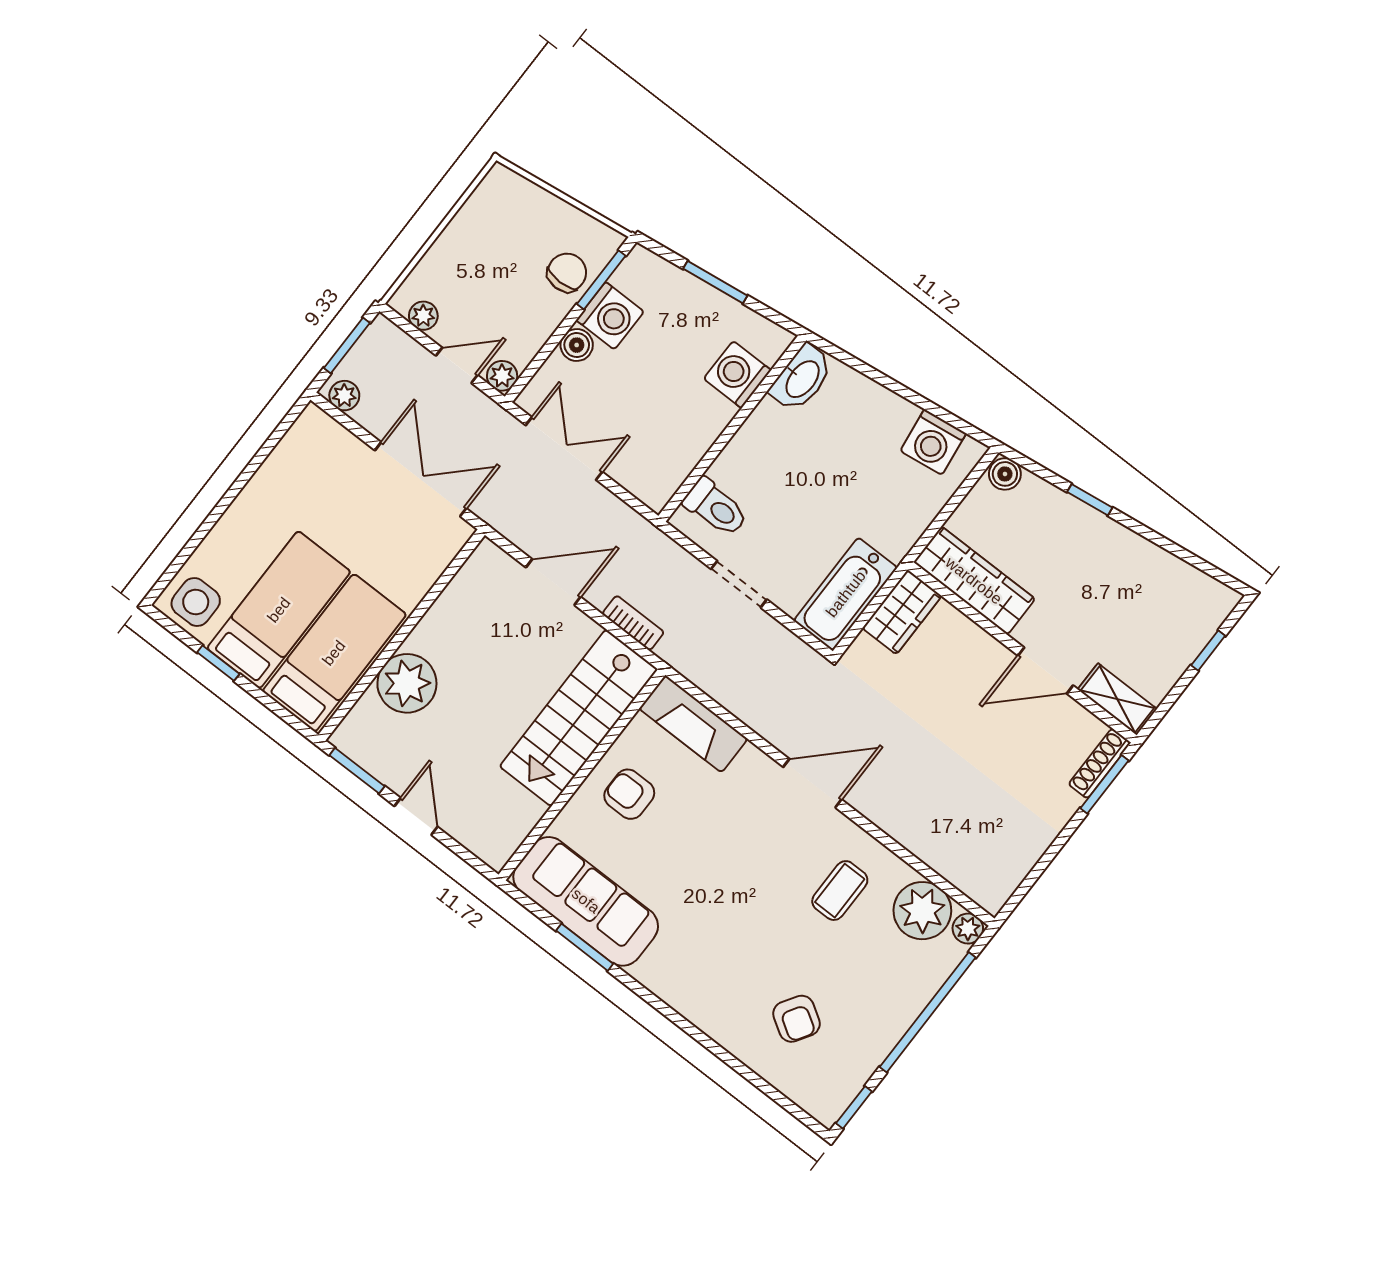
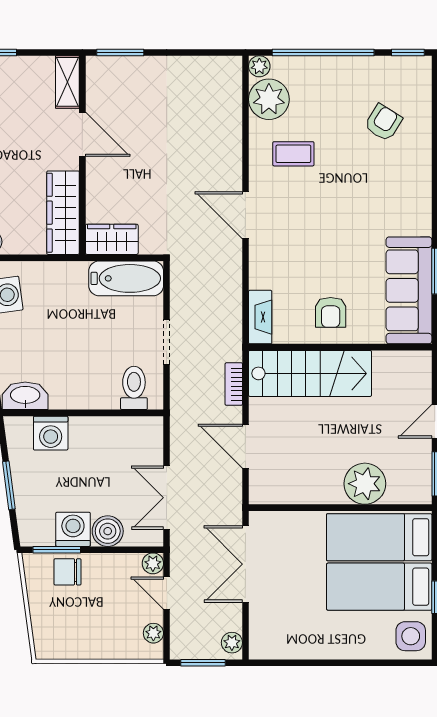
boiler: (577, 345) -> (108, 531), width x1.36, depth x1.36
fireplace: (693, 724) -> (260, 317), width x0.73, depth x0.76
shoe rack: (1100, 763) -> (111, 64), removed

